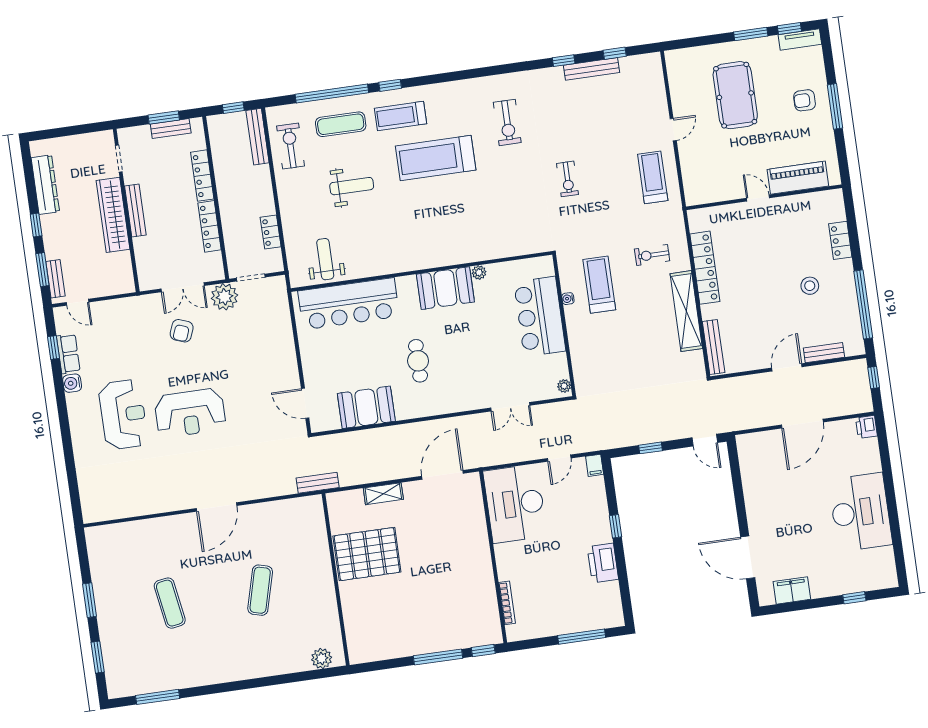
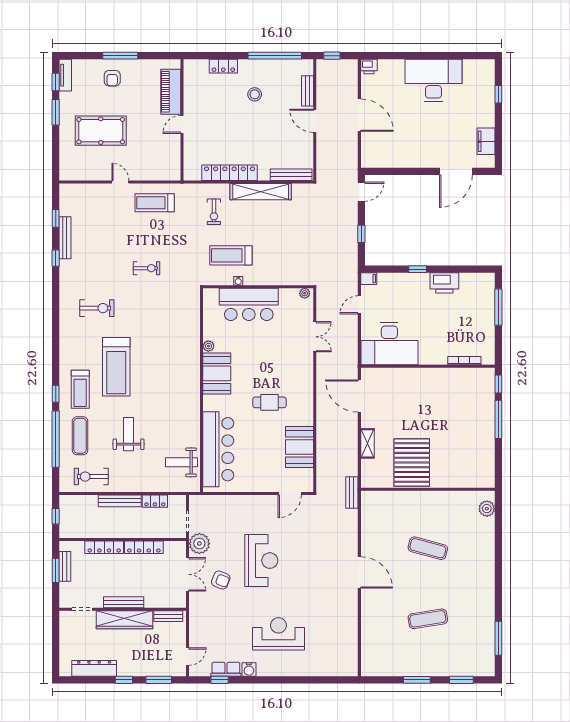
bench: (258, 137) -> (120, 501), moved
bench: (55, 279) -> (168, 616), moved
reception desk: (190, 413) -> (261, 561), moved
door: (559, 458) -> (359, 305), swing flipped

